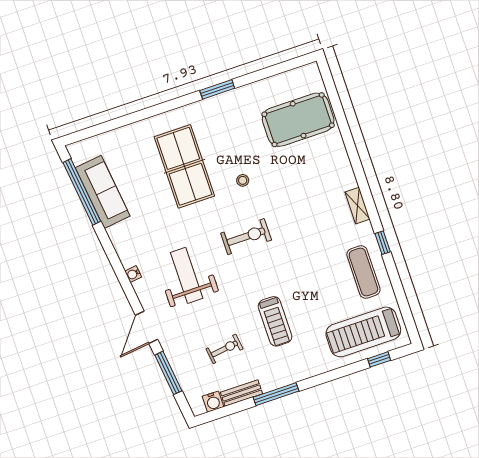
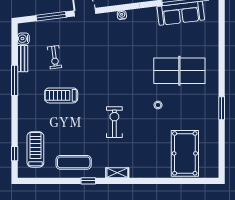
exercise bike: (246, 237) -> (114, 122), moved, turned 180
weight bench: (187, 275) -> (109, 49), removed
treadmill: (363, 332) -> (35, 149), width x0.73, depth x0.73

